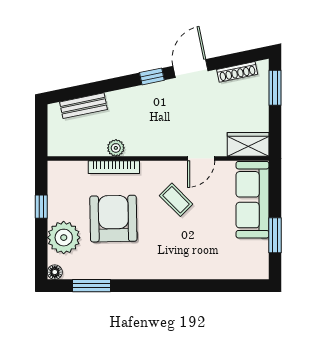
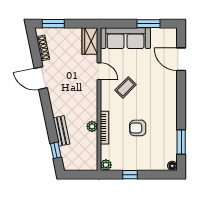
window: (152, 76) -> (56, 150), moved
bench: (84, 106) -> (61, 131), moved
armchair: (113, 219) -> (138, 128), width x0.53, depth x0.53
plant: (64, 238) -> (106, 165), moved, width x0.53, depth x0.53
door: (220, 286) -> (181, 59), added

